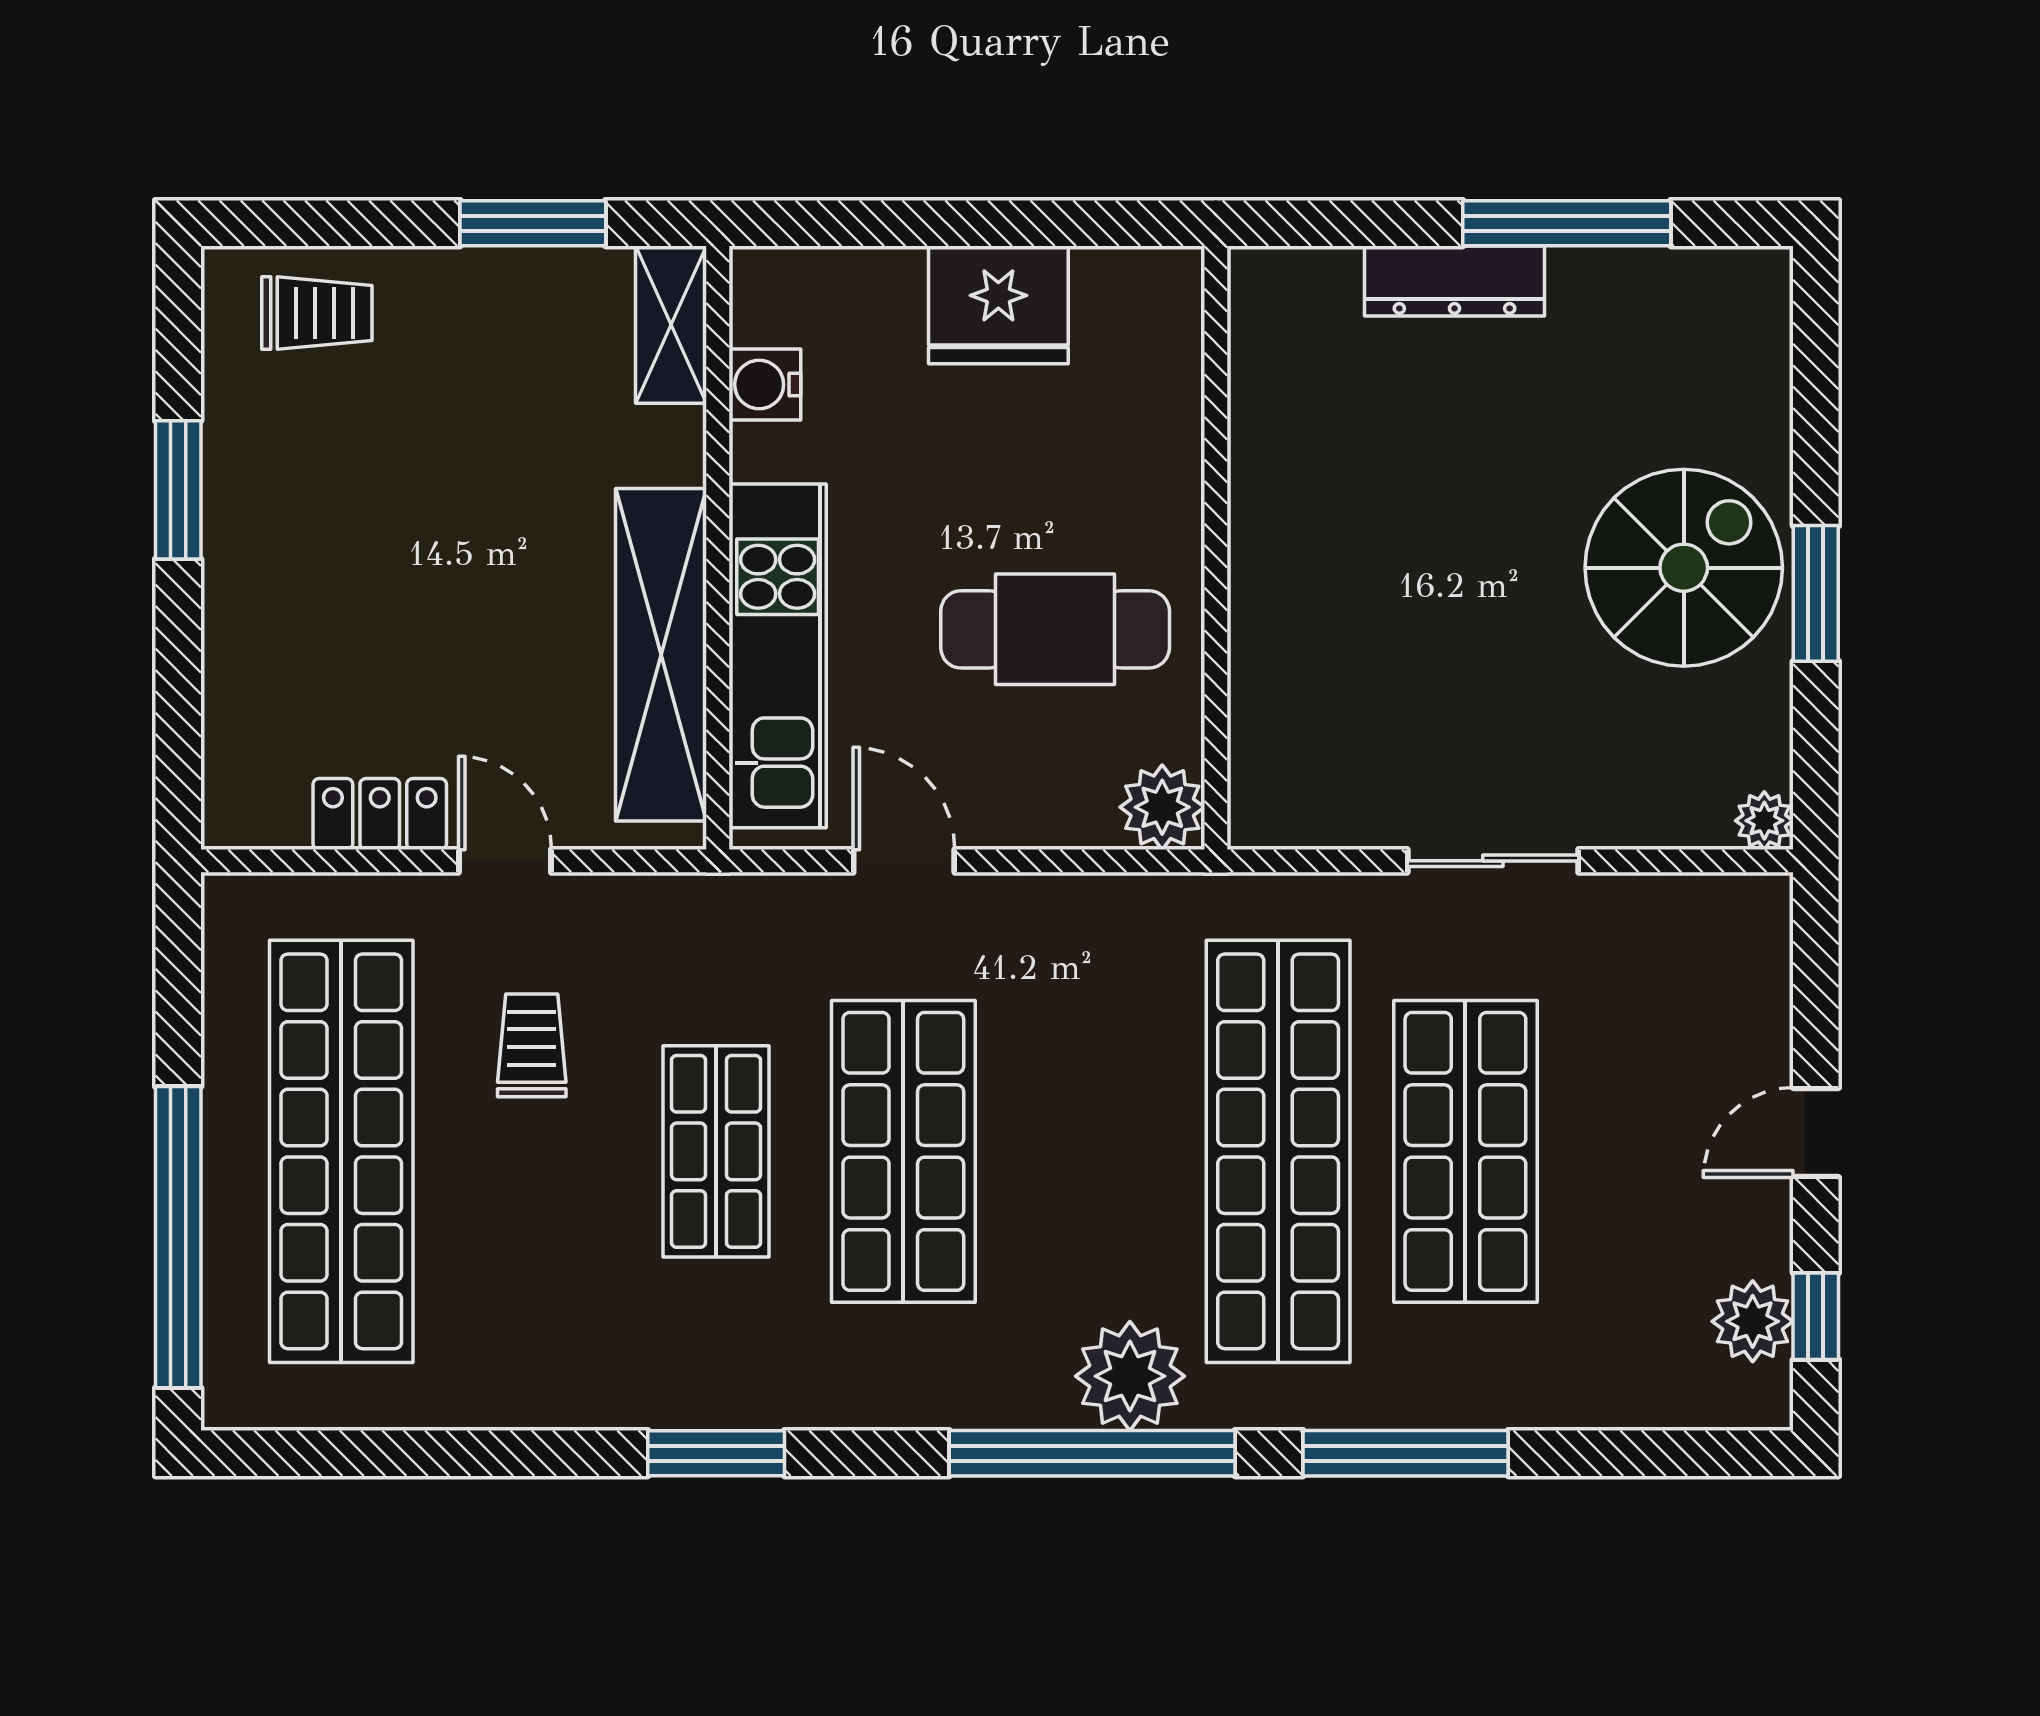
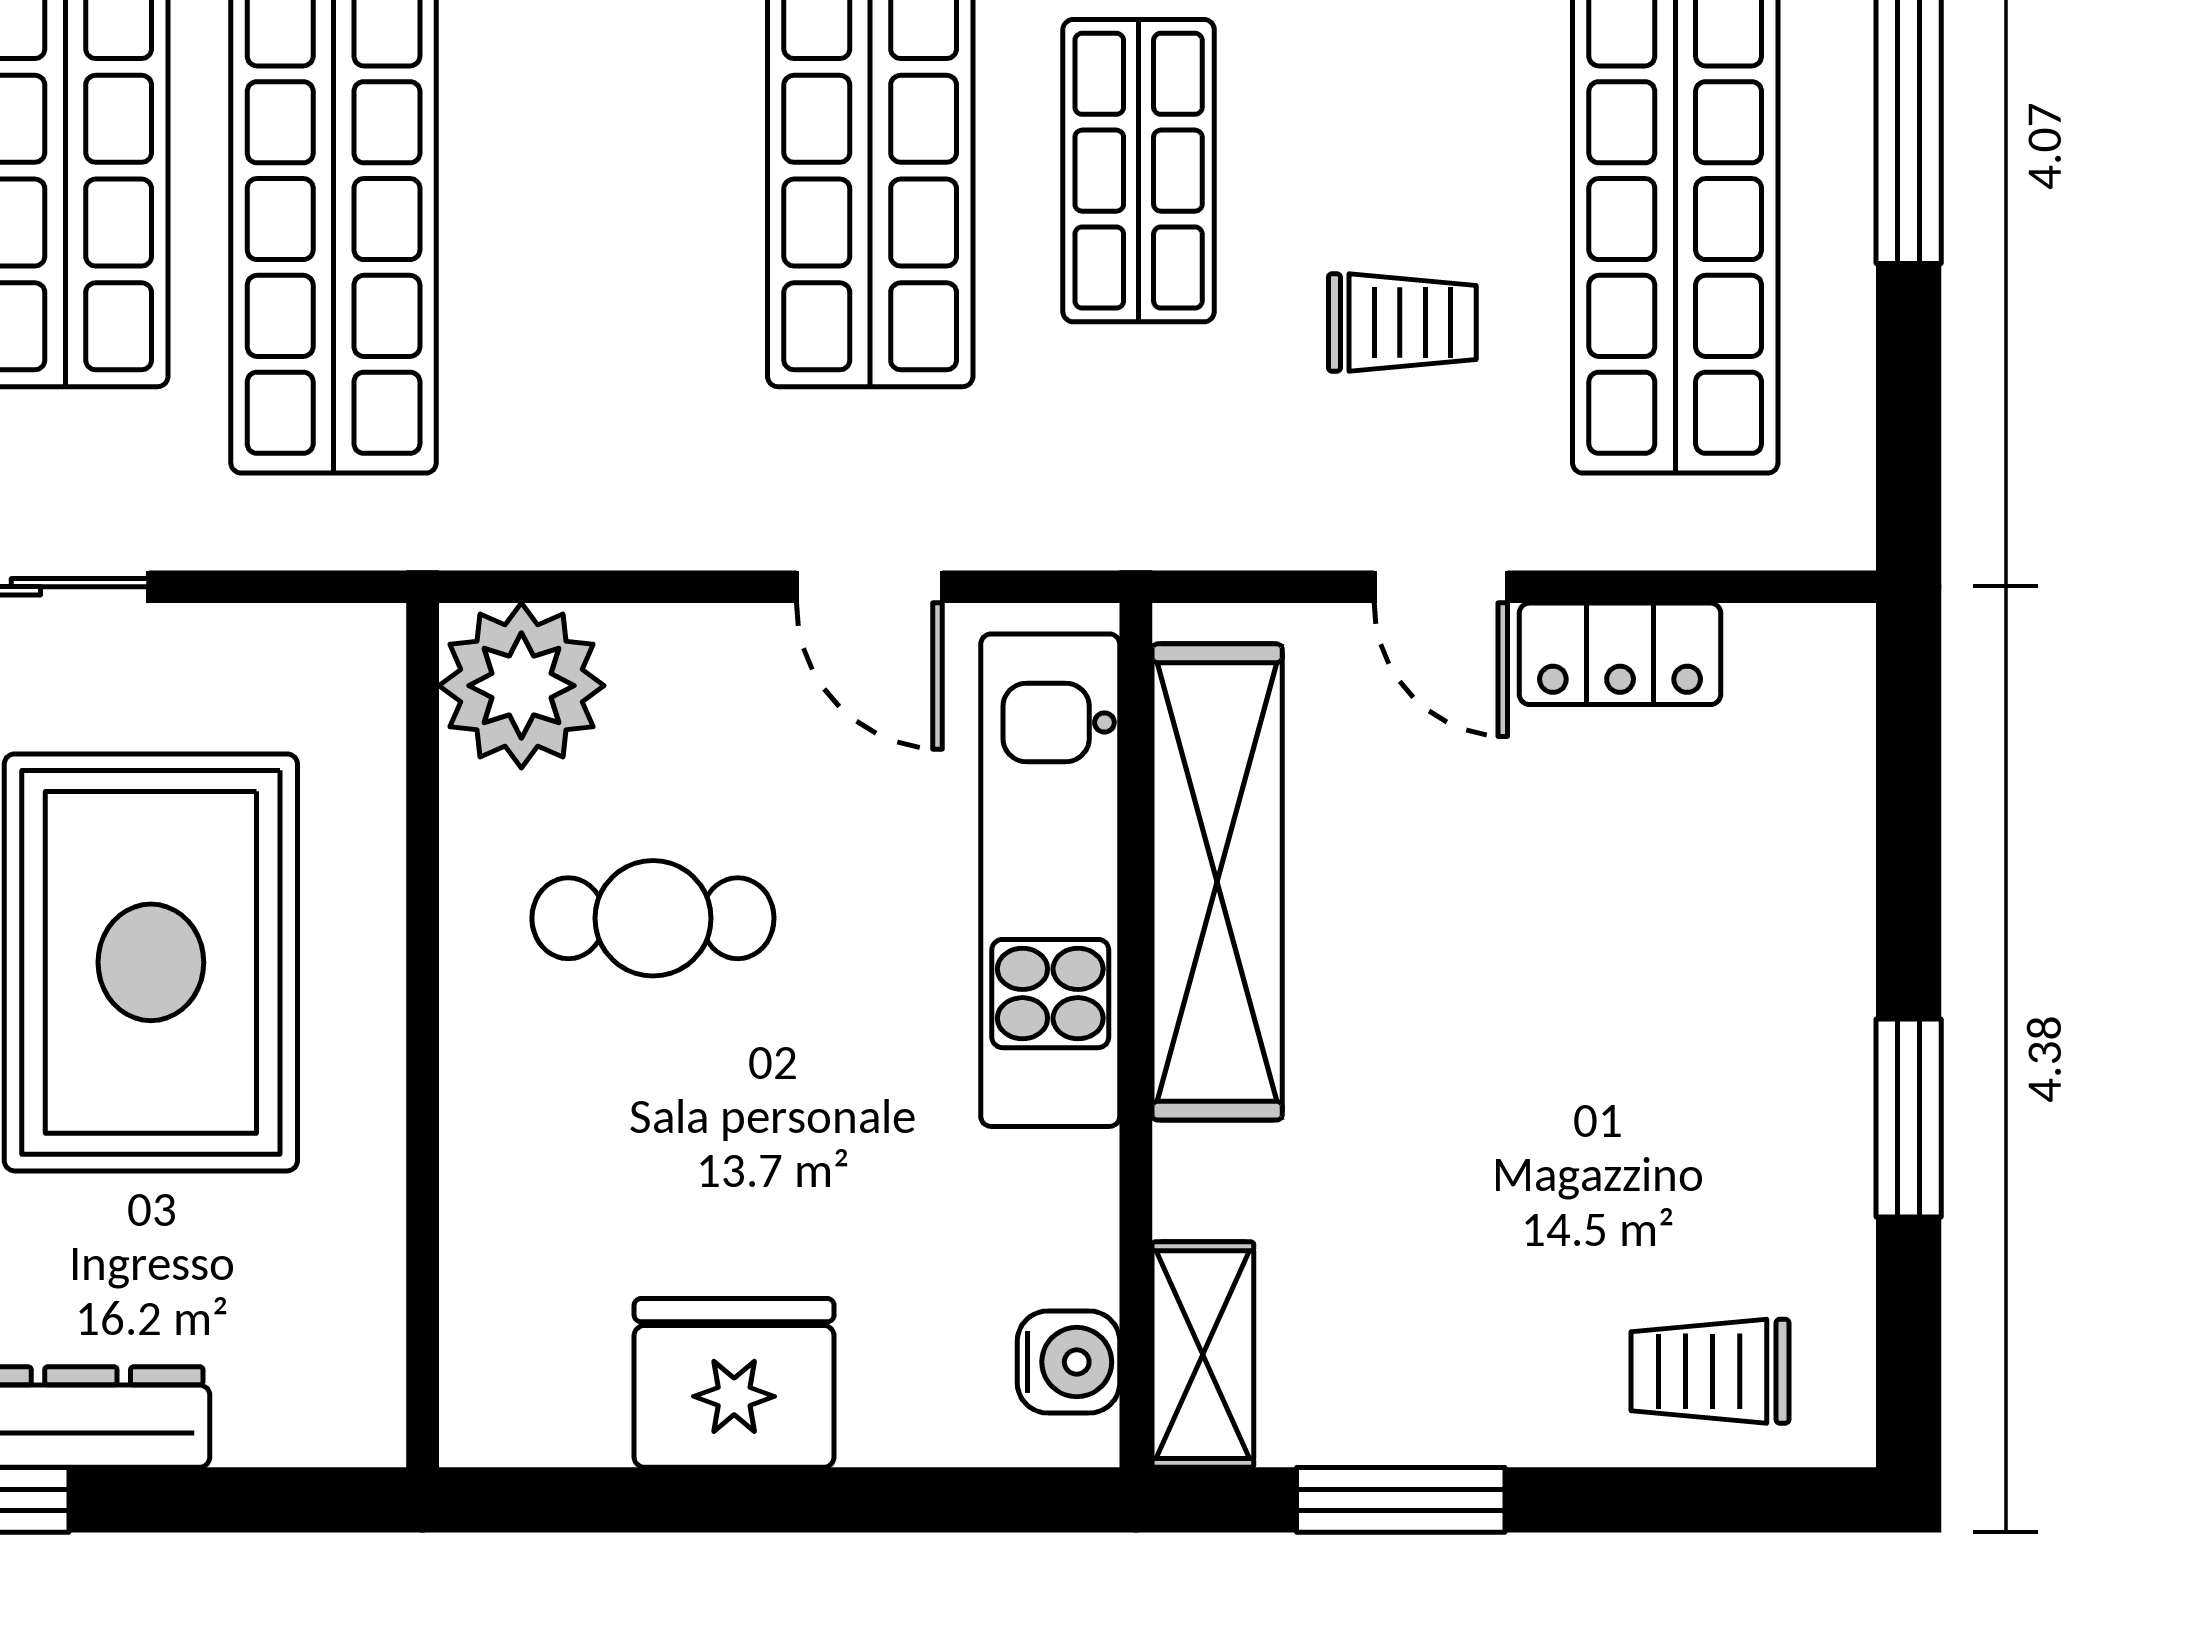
water cooler: (765, 385) -> (1069, 1362), moved
rug: (1406, 599) -> (151, 962), added
cafe table: (1055, 629) -> (653, 918), width x0.73, depth x0.74
plant: (1162, 807) -> (521, 686), width x1.36, depth x1.36
trolley: (532, 1045) -> (1402, 323), turned -90

